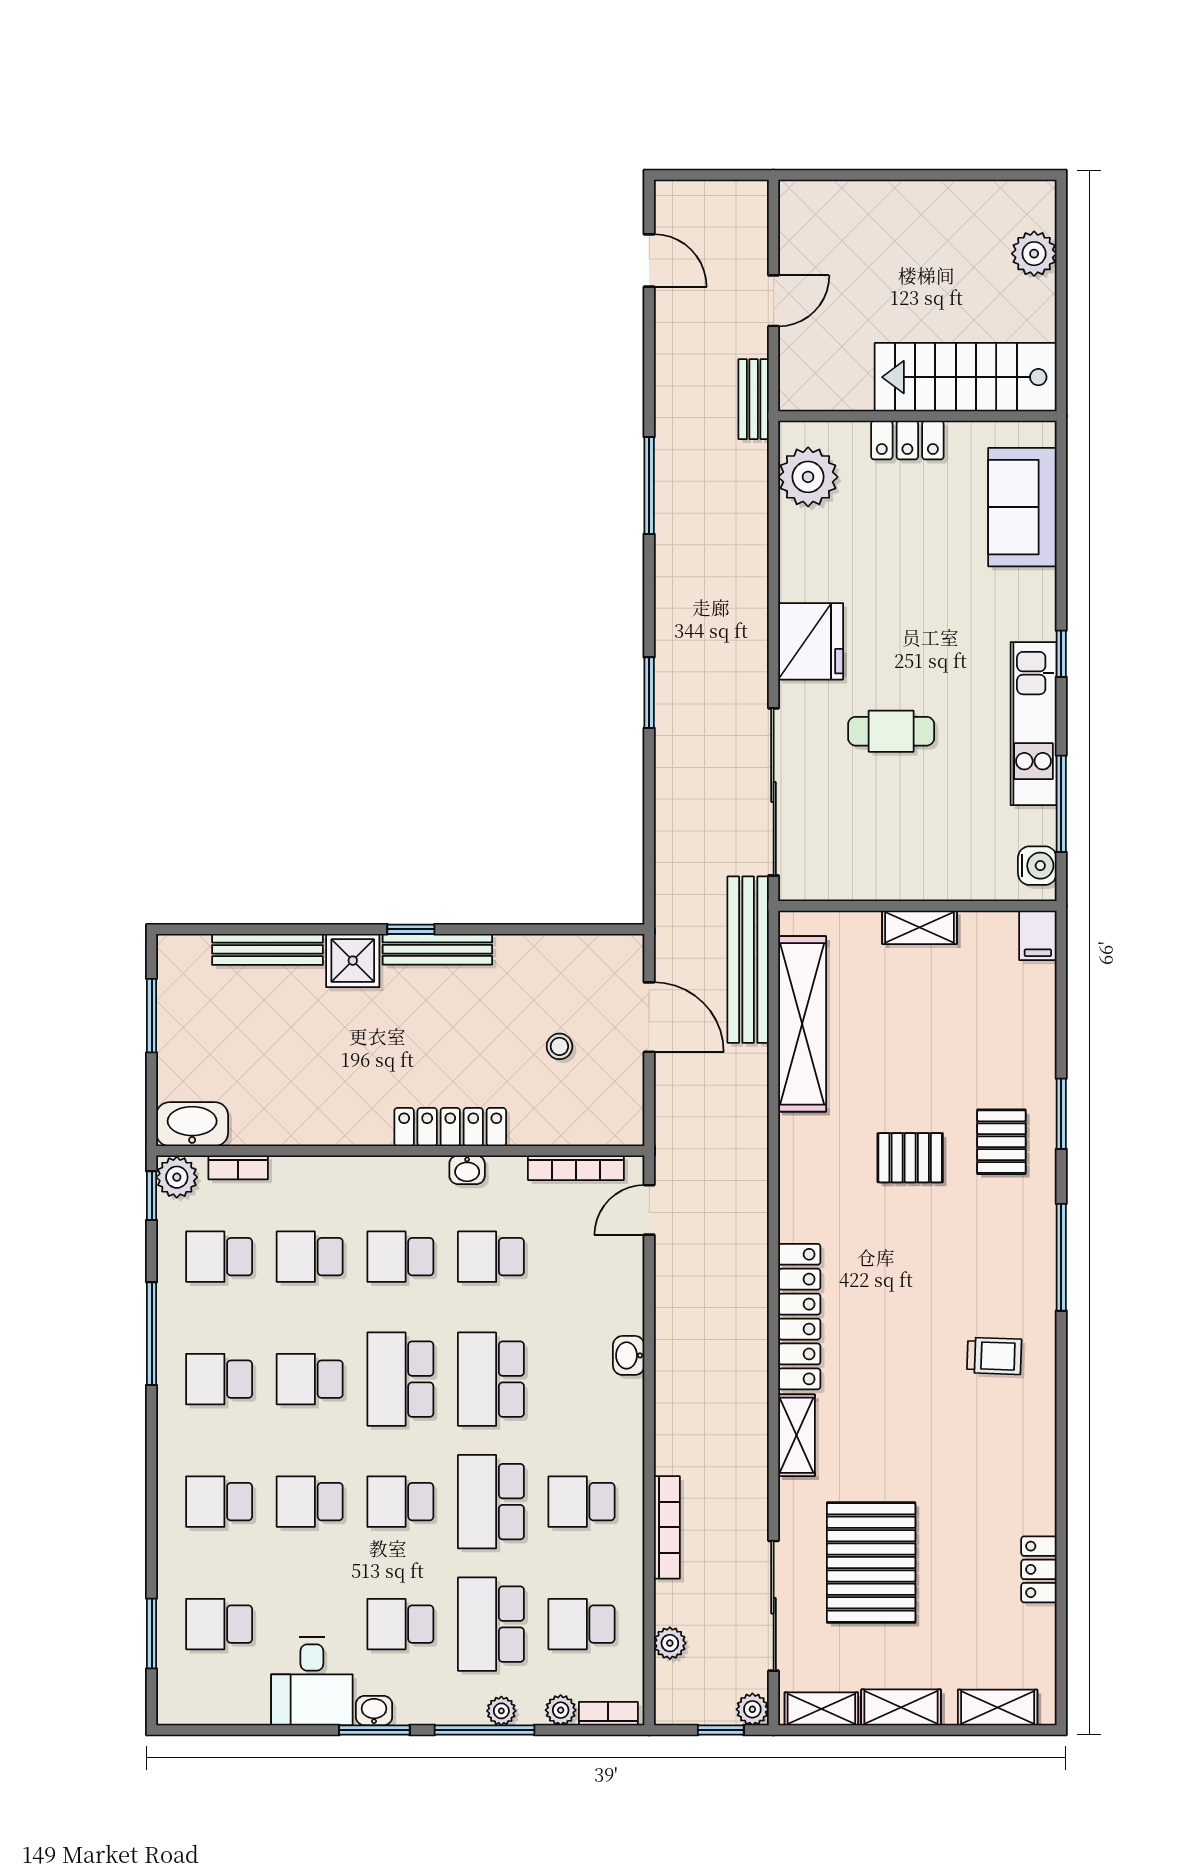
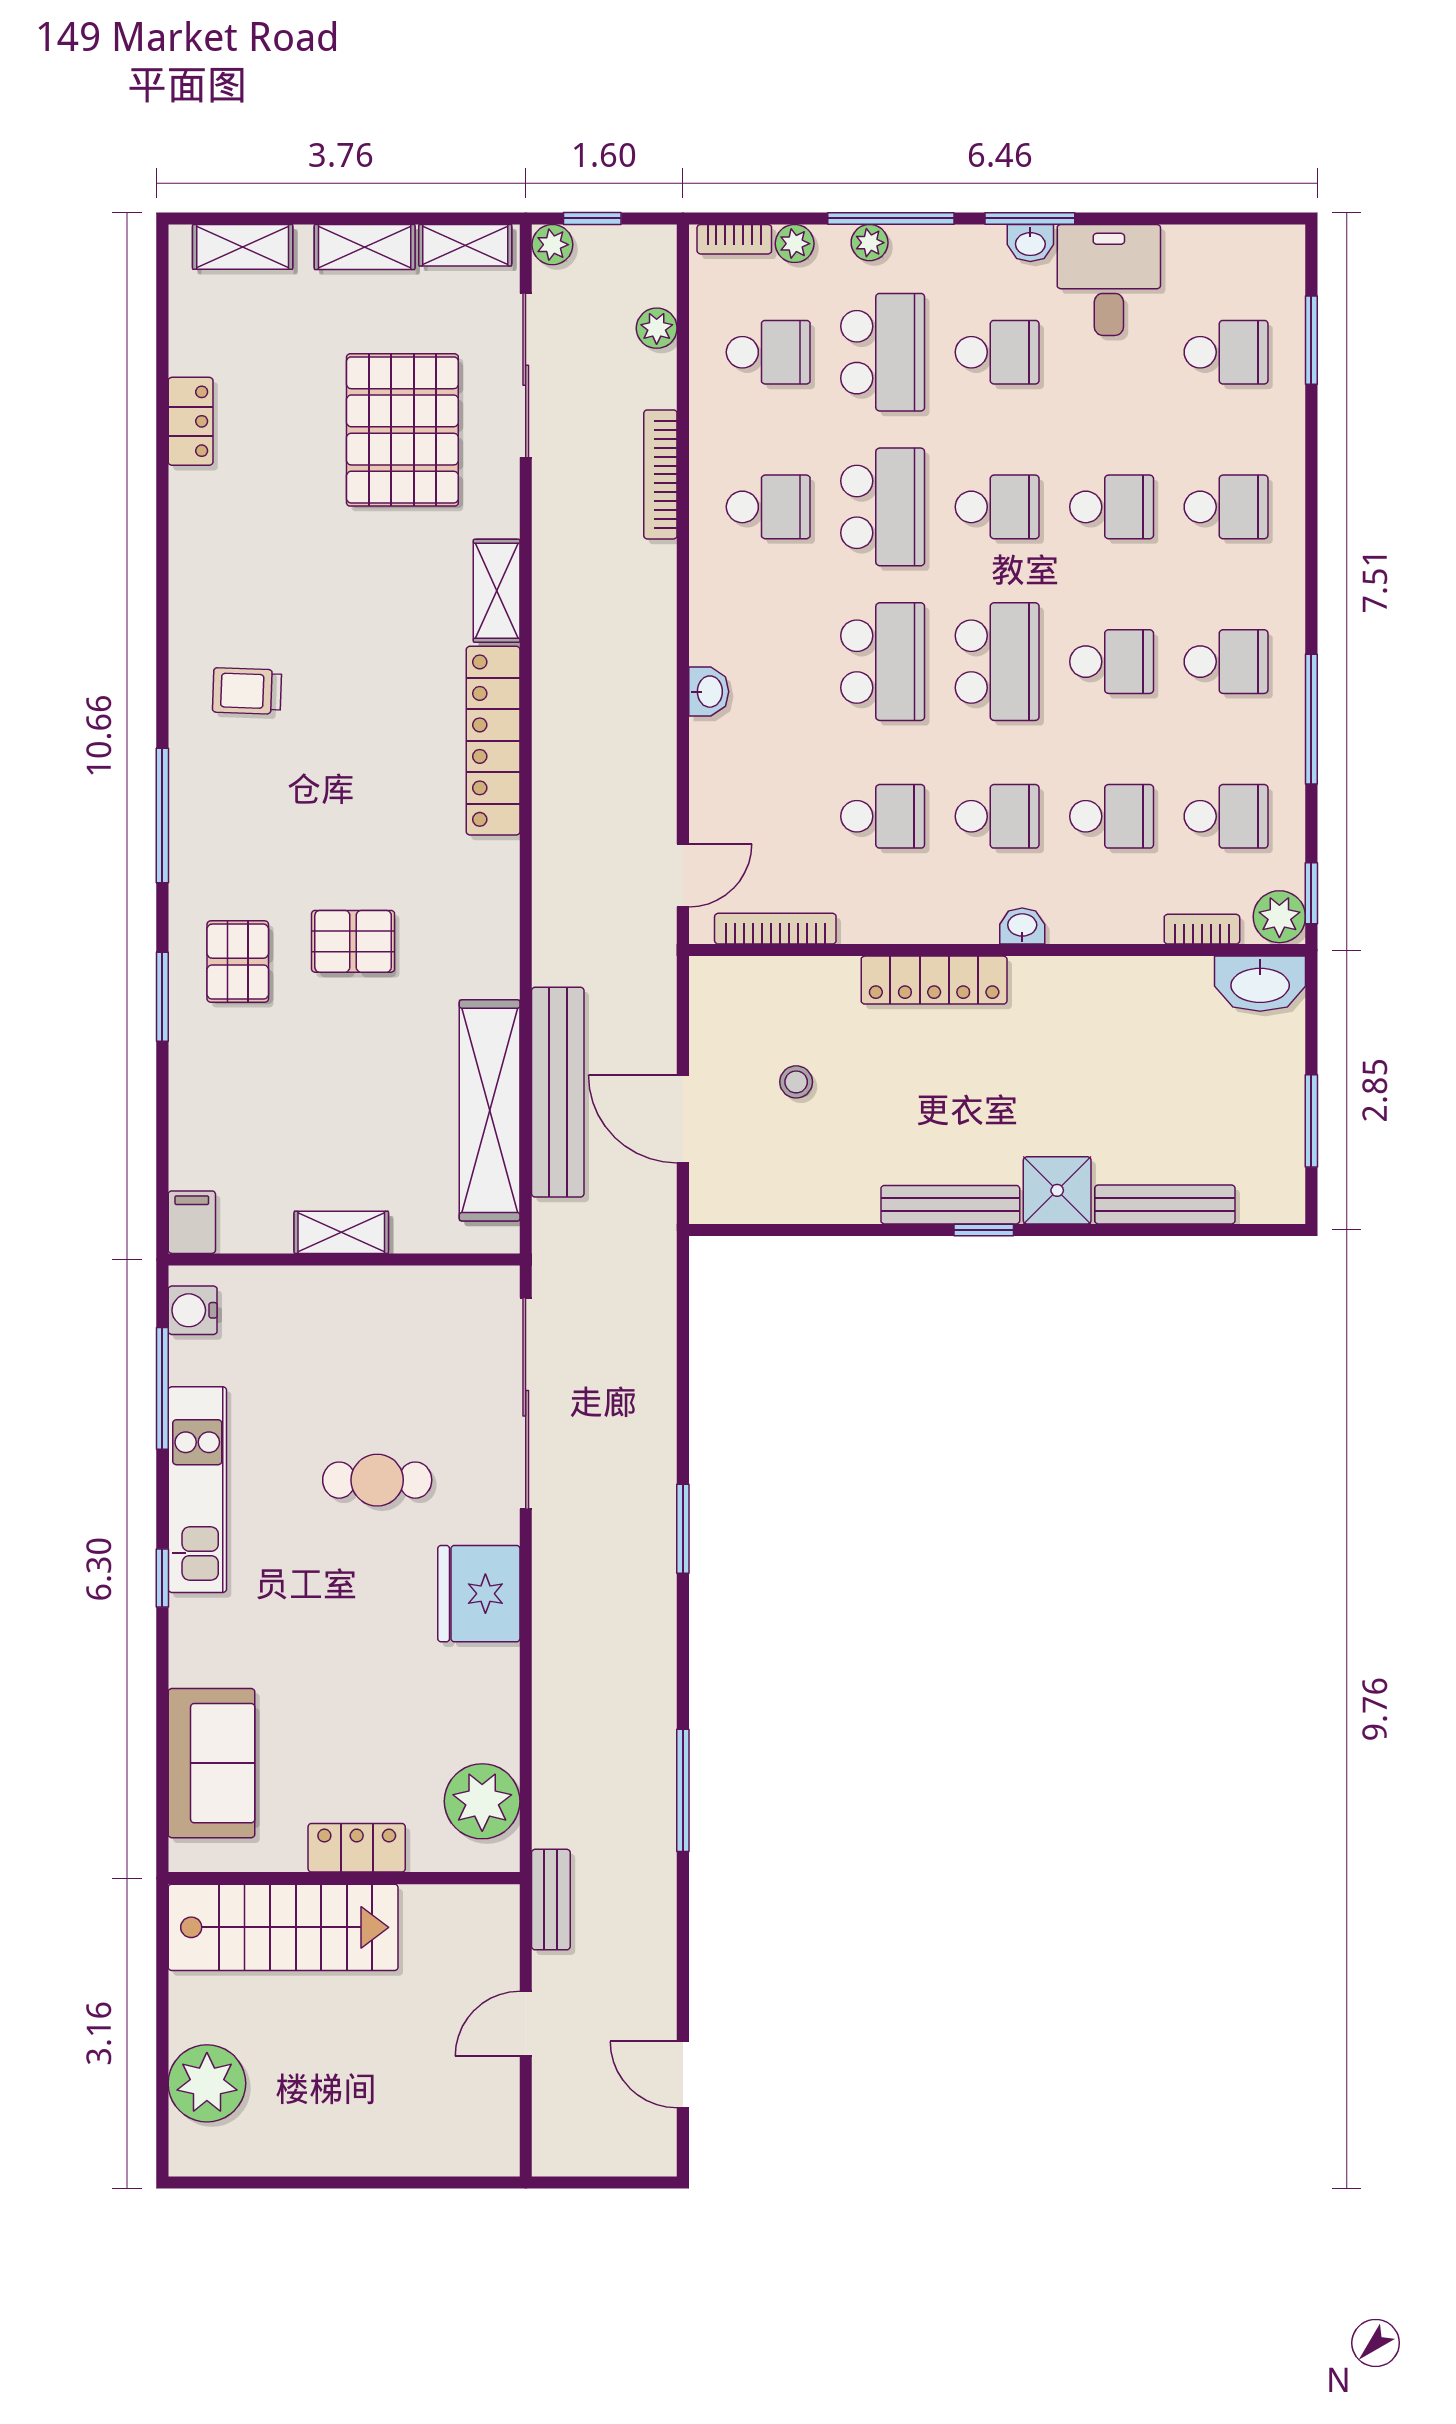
plant: (1034, 254) -> (207, 2083), width x1.36, depth x1.36
bench: (748, 960) -> (558, 1092), moved
washbasin: (467, 1170) -> (1022, 926), moved

